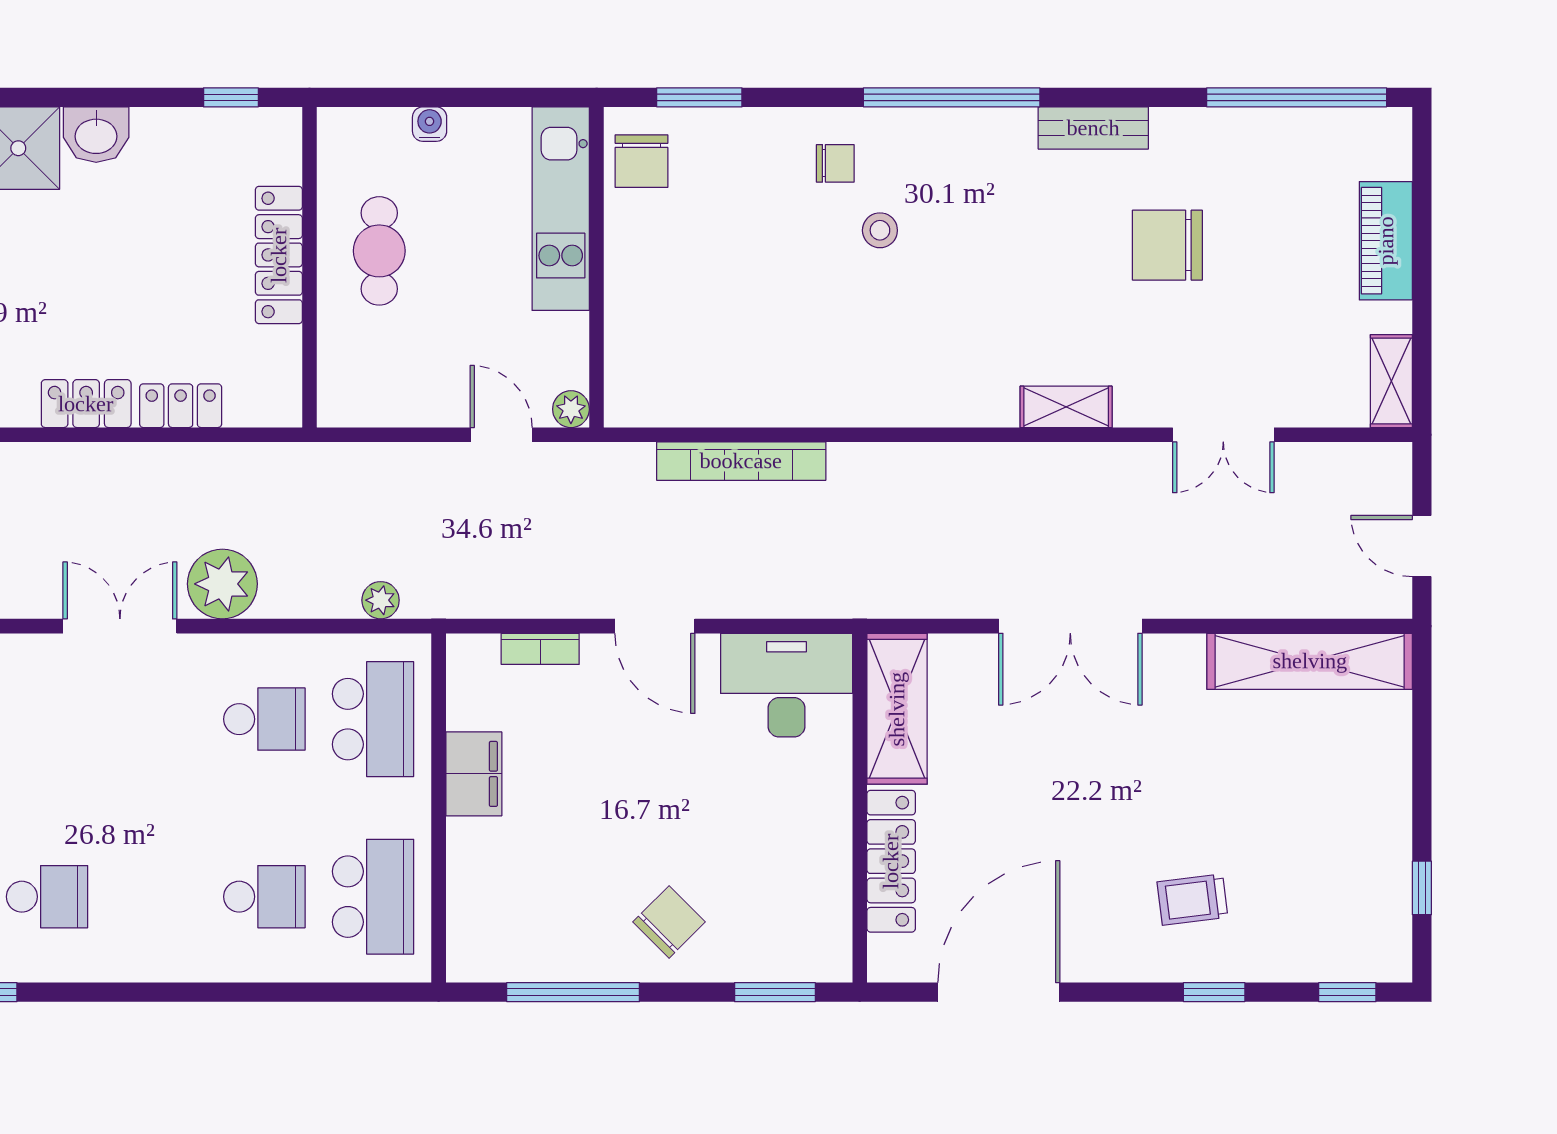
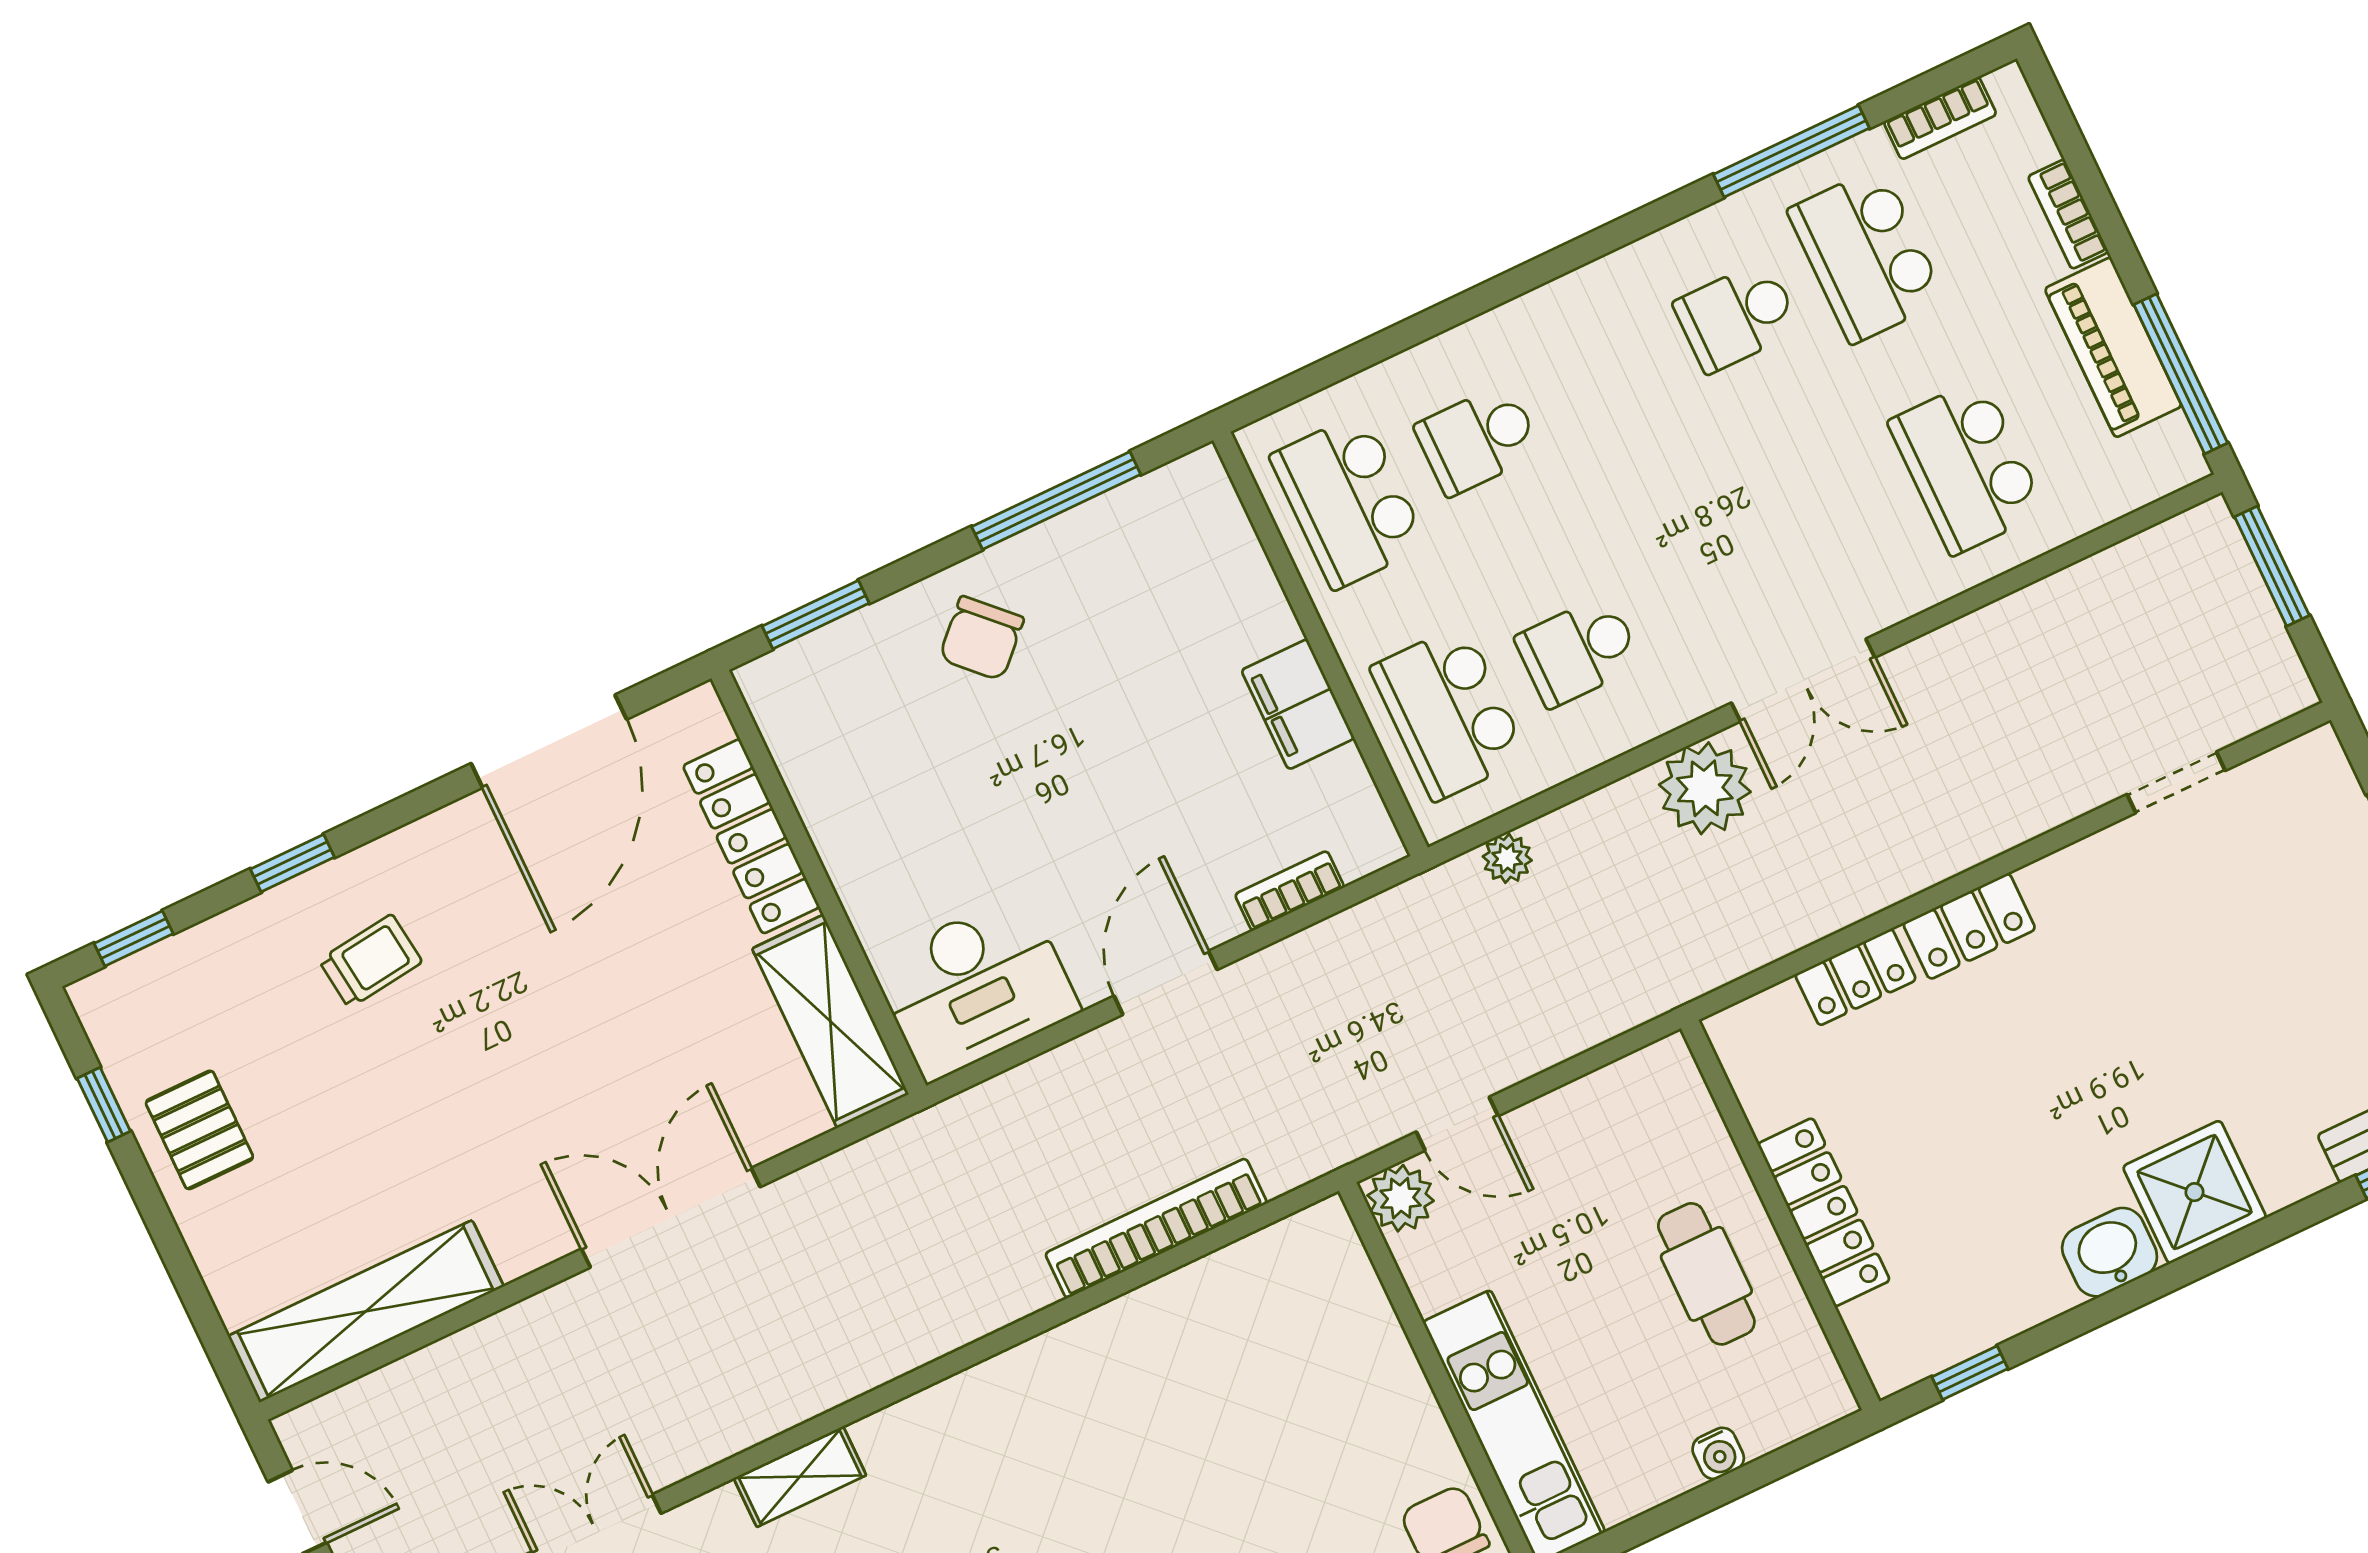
plant: (571, 409) -> (1401, 1198), width x1.38, depth x1.38
door: (655, 626) -> (1166, 983), hinge flipped
pallet: (1365, 840) -> (199, 1130), added

